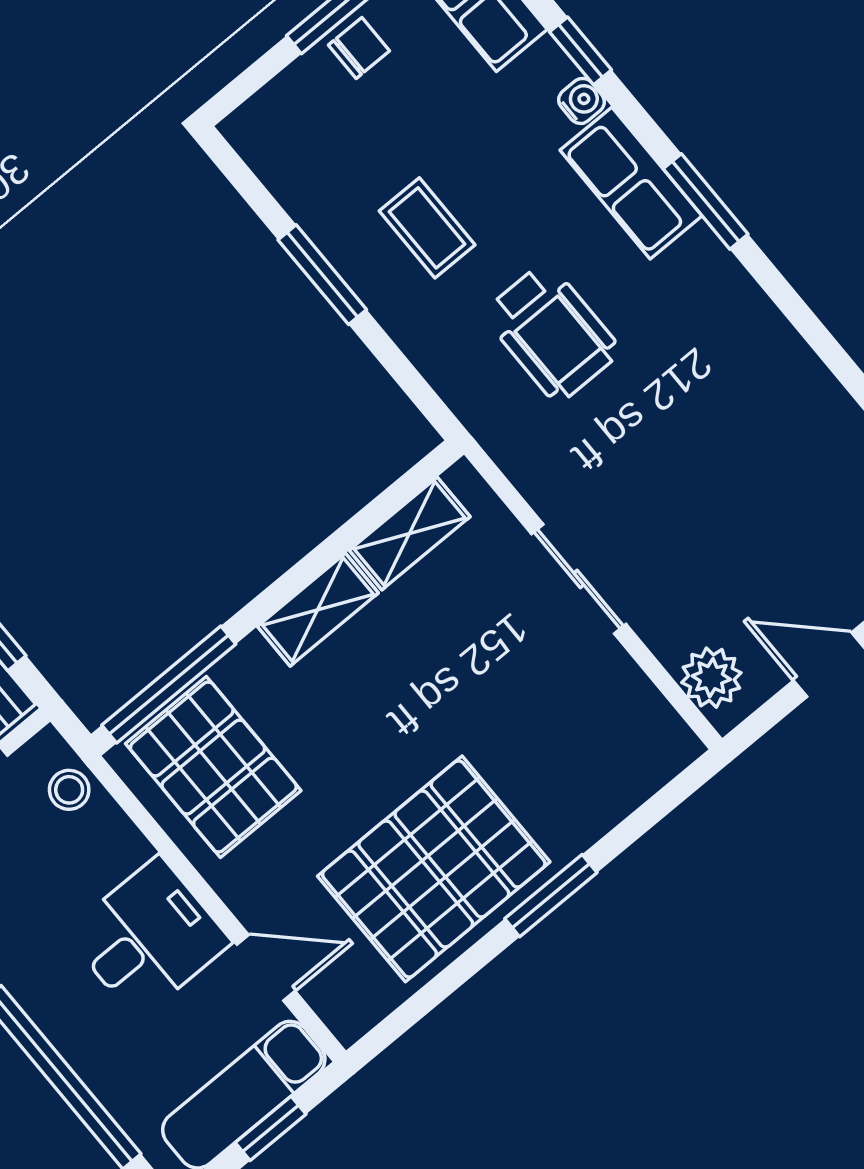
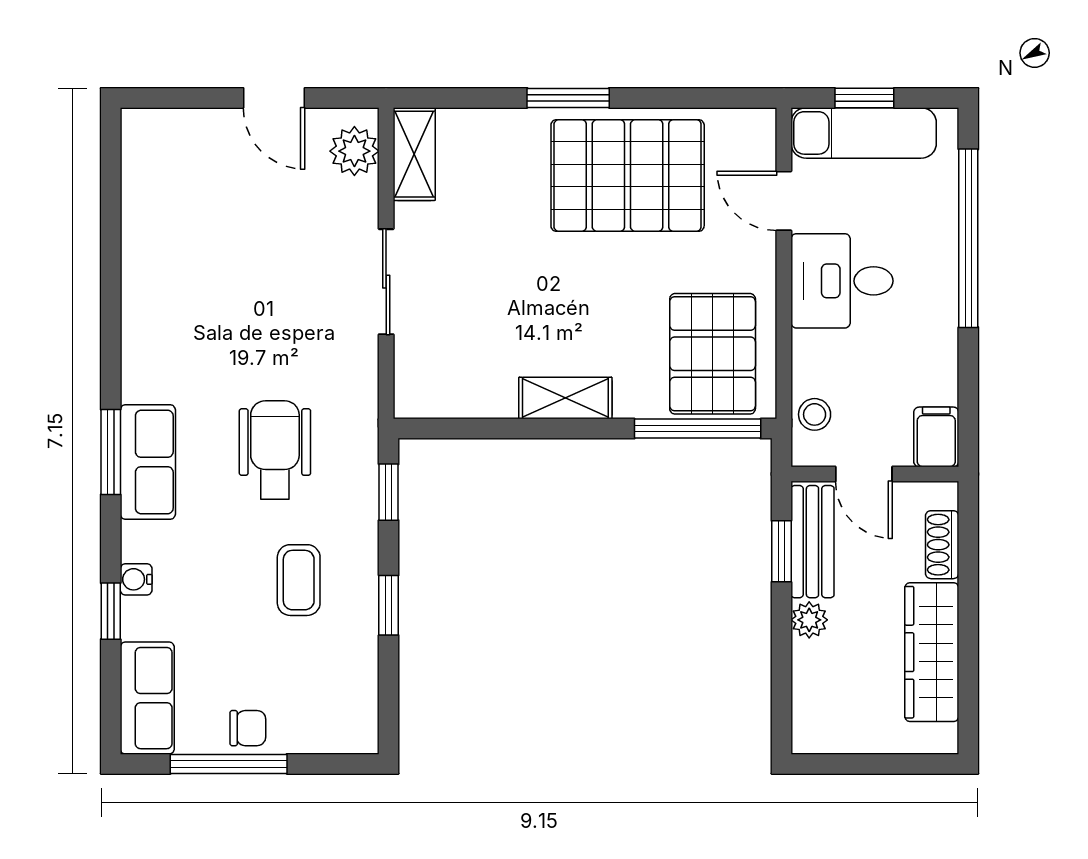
chair: (359, 48) -> (248, 728), turned 180
row of seats: (631, 183) -> (148, 462), moved
window: (322, 275) -> (389, 605), width x0.67
window: (411, 382) -> (389, 492), added
shelving: (410, 533) -> (414, 154), moved, turned 90

